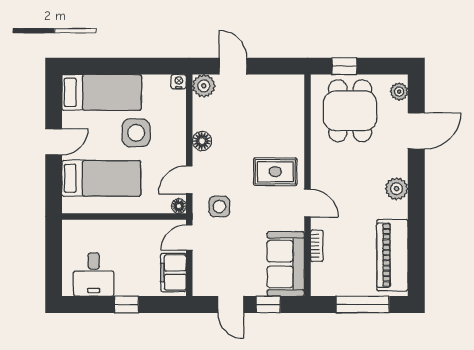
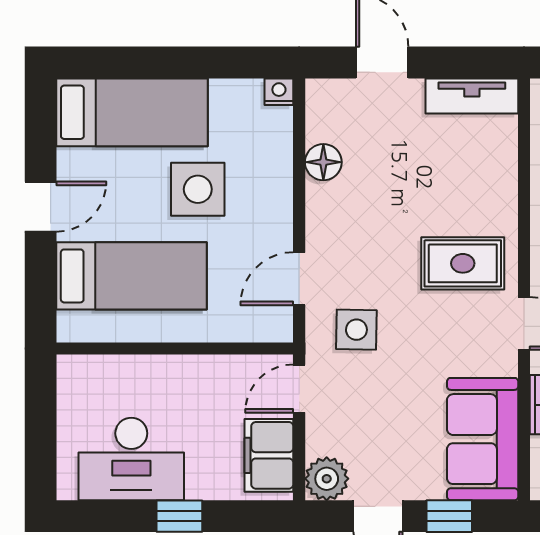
tv unit: (280, 84) -> (472, 96), added
plant: (204, 86) -> (327, 479), moved
floor lamp: (202, 141) -> (323, 162), moved
floor lamp: (179, 206) -> (279, 329), removed
desk: (94, 274) -> (131, 459), width x1.37

